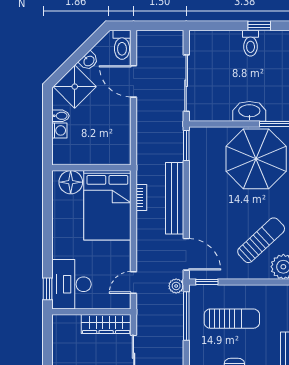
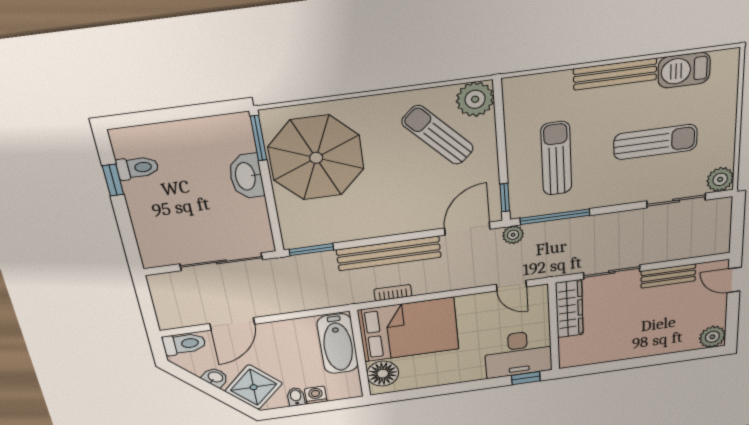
toilet: (251, 43) -> (137, 168), moved
bathtub: (103, 153) -> (338, 344), added

